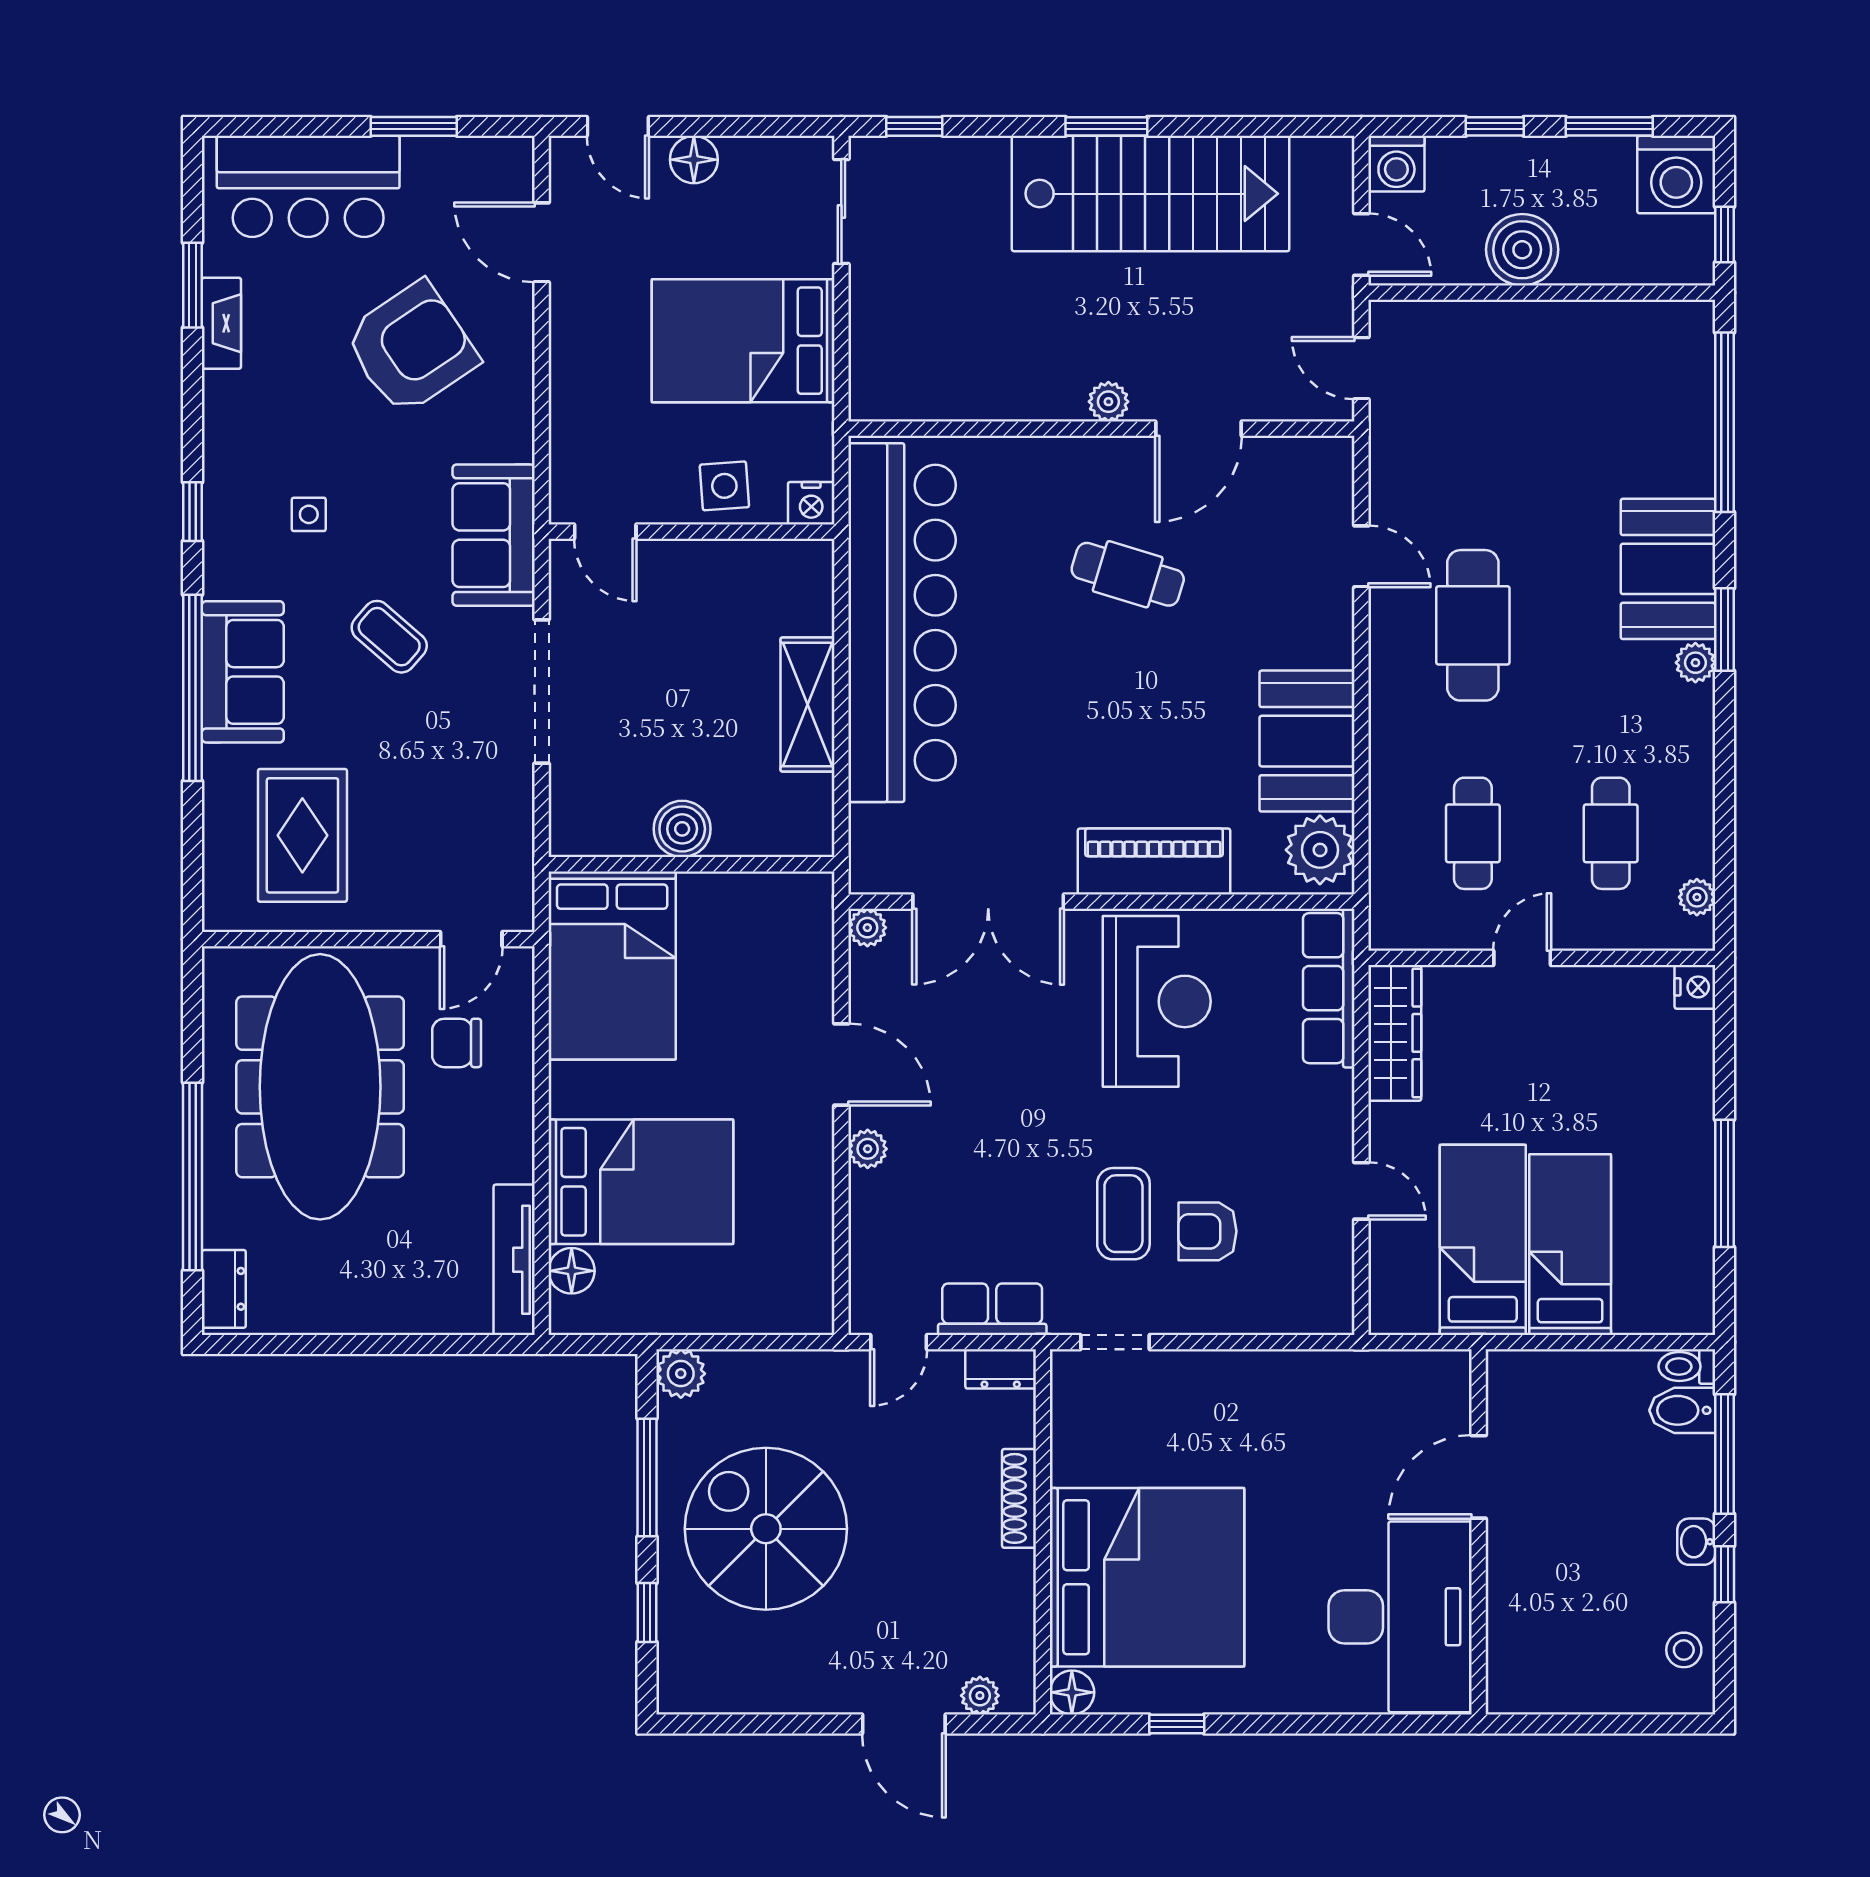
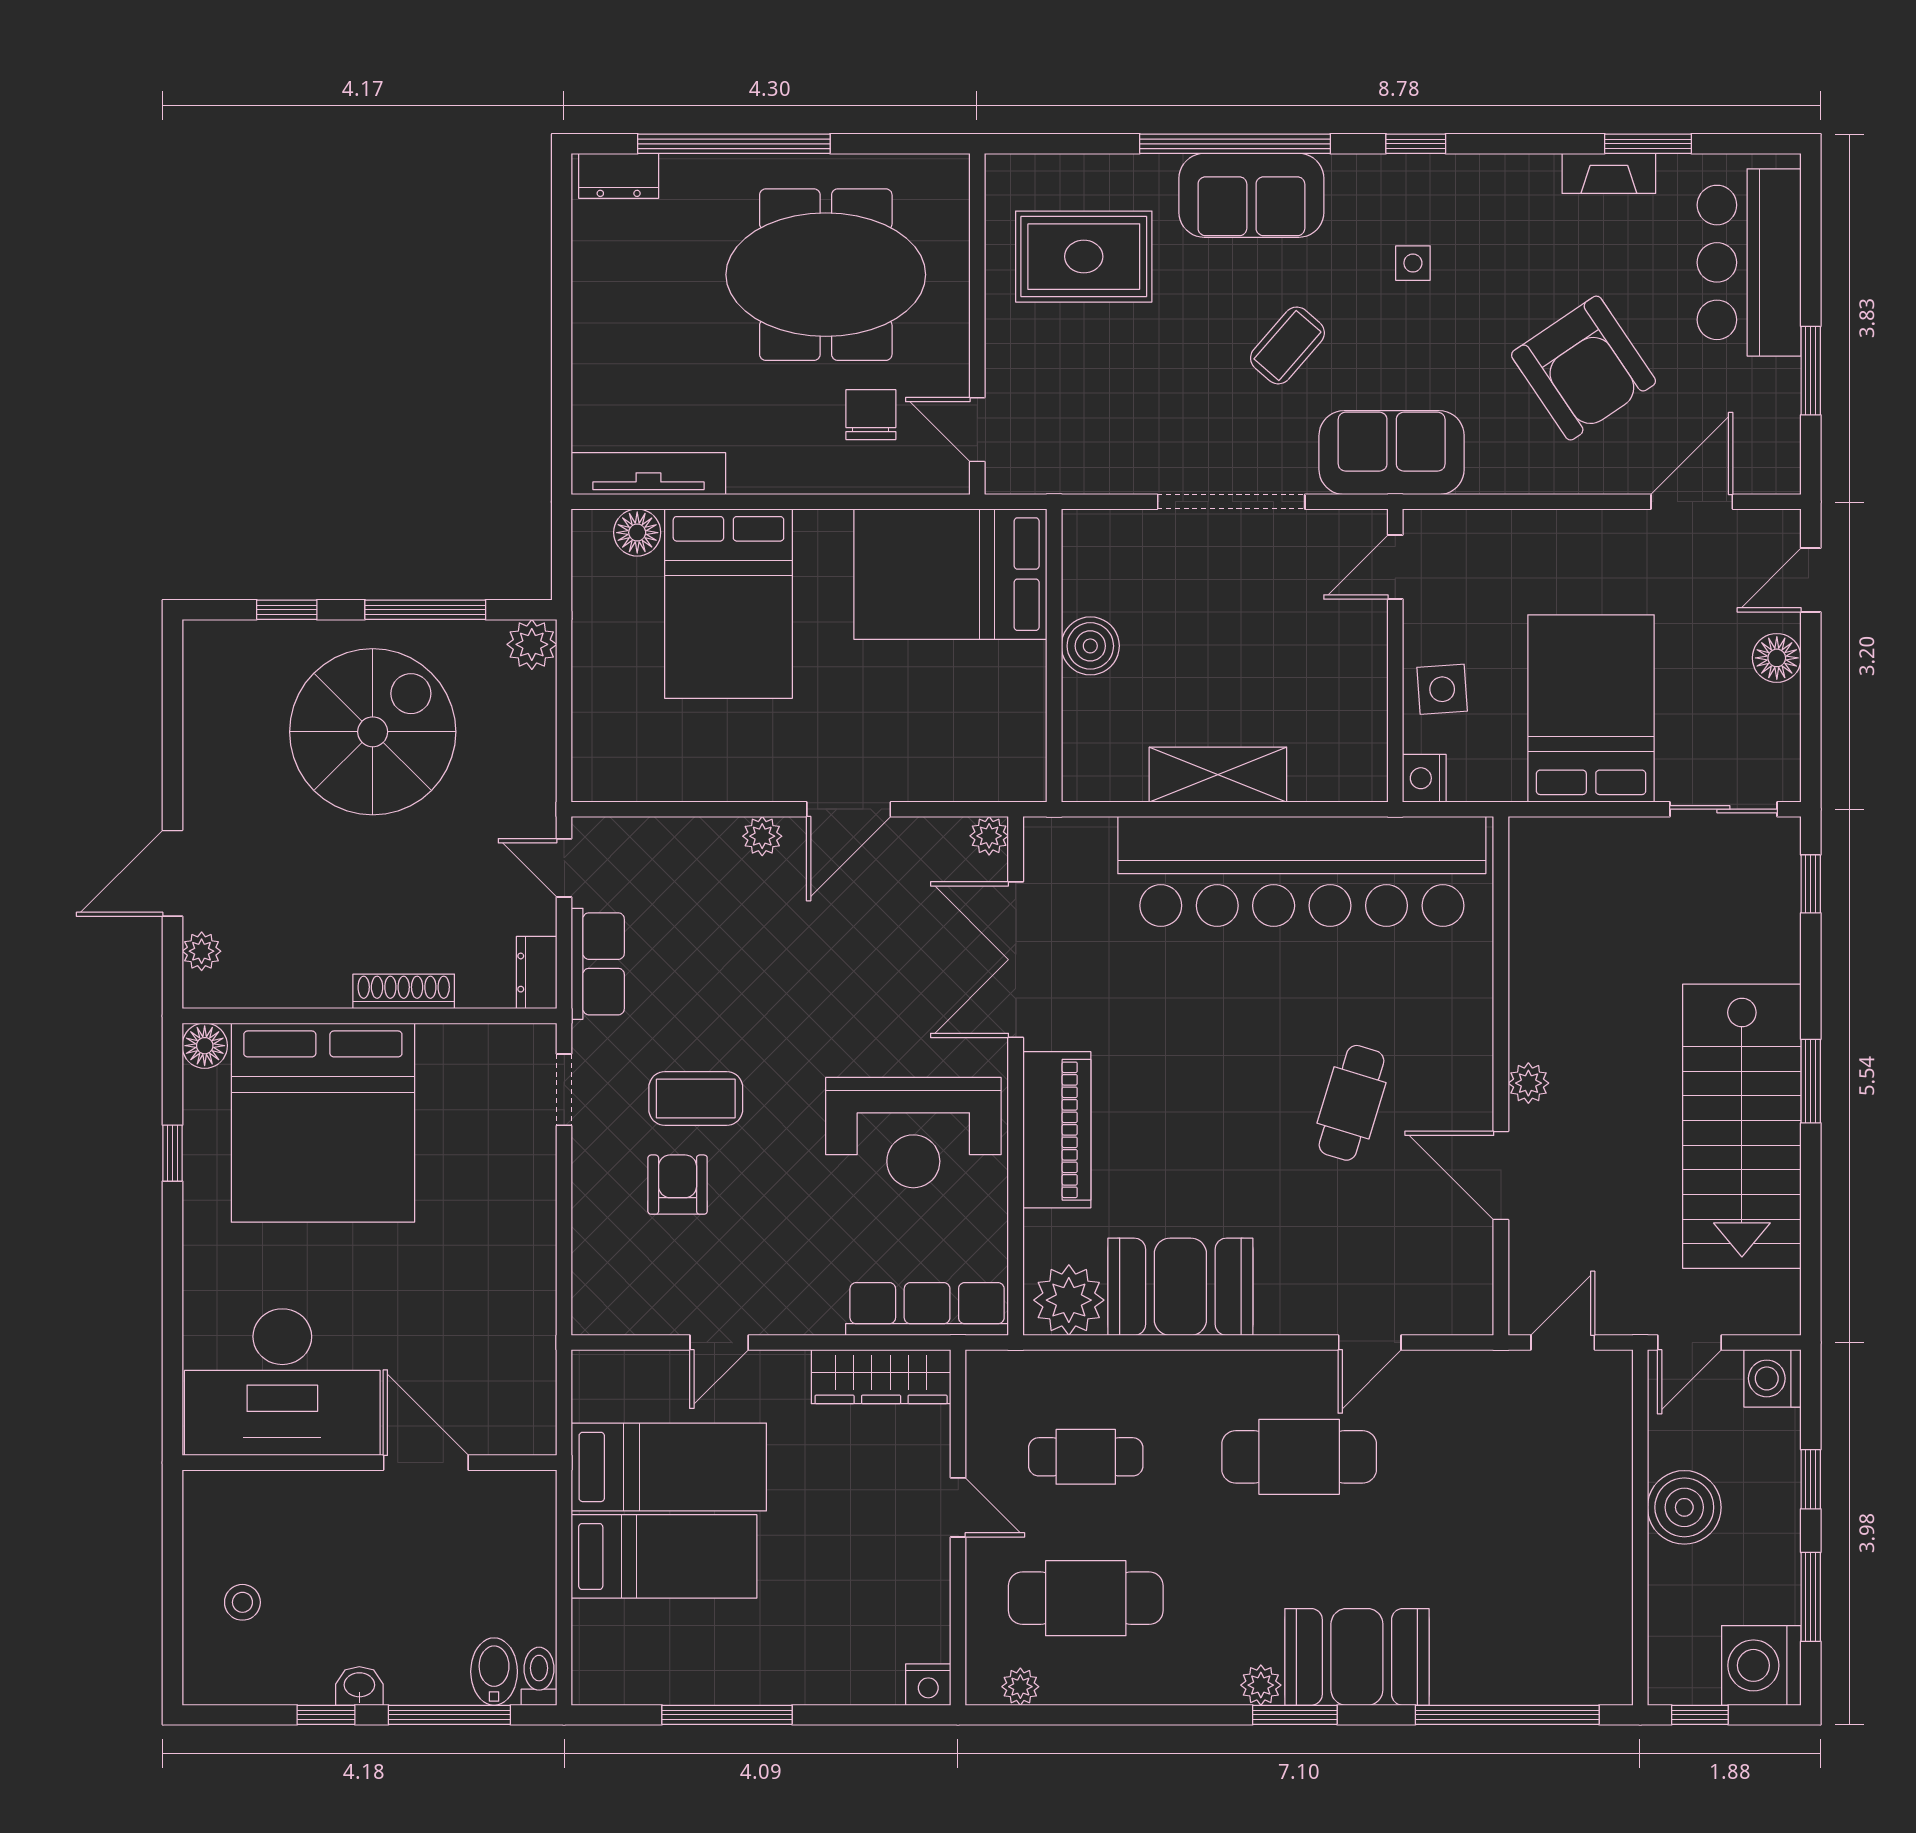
cafe table: (1611, 833) -> (1086, 1598), width x1.37, depth x1.35
meeting table: (320, 1087) -> (826, 275), width x0.73
stool: (1684, 1650) -> (242, 1602), moved

